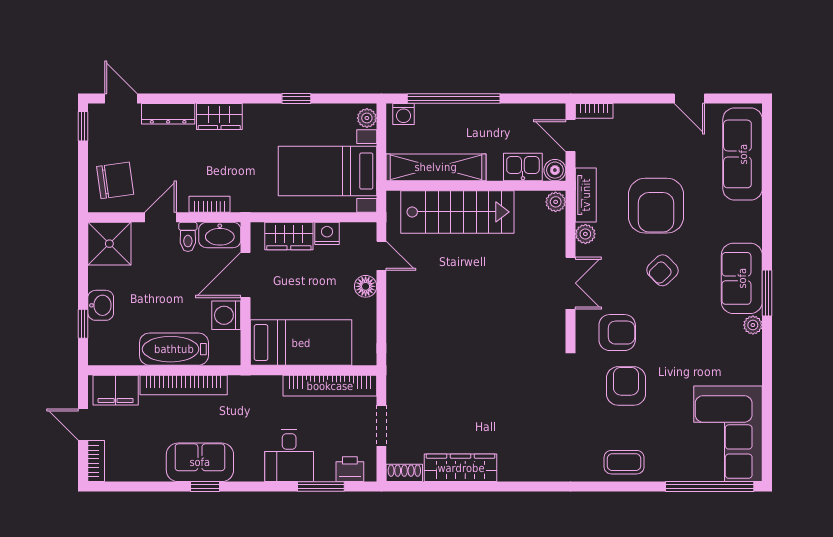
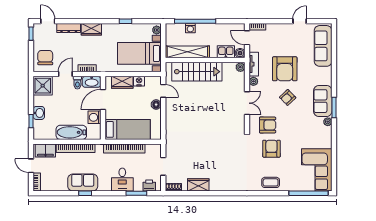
door: (689, 98) -> (300, 21), swing flipped
washing machine: (404, 114) -> (190, 28), moved
chair: (115, 180) -> (45, 58), turned -82
bookcase: (330, 386) -> (124, 149), moved
wardrobe: (461, 468) -> (198, 185), width x0.67

